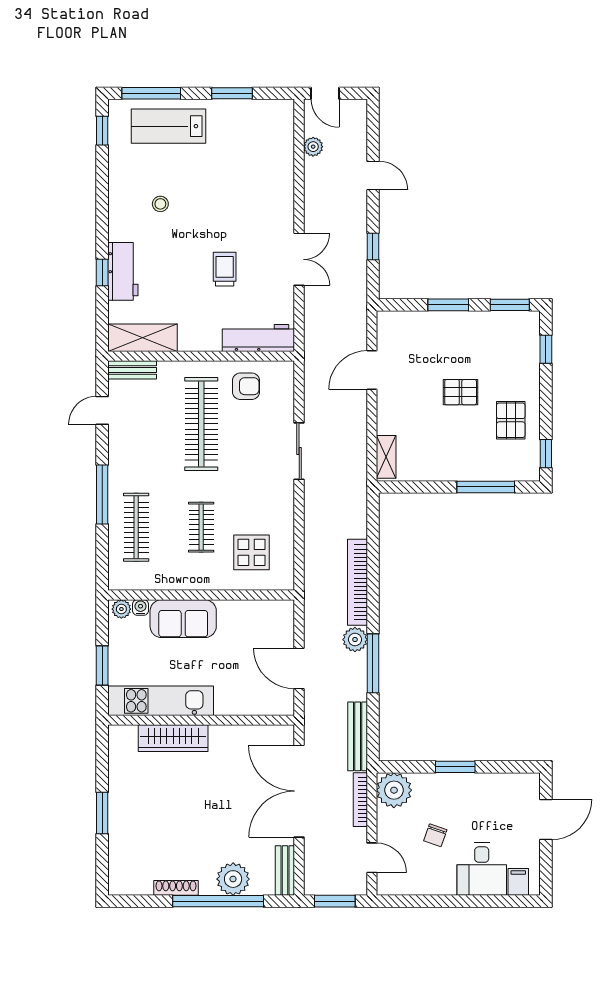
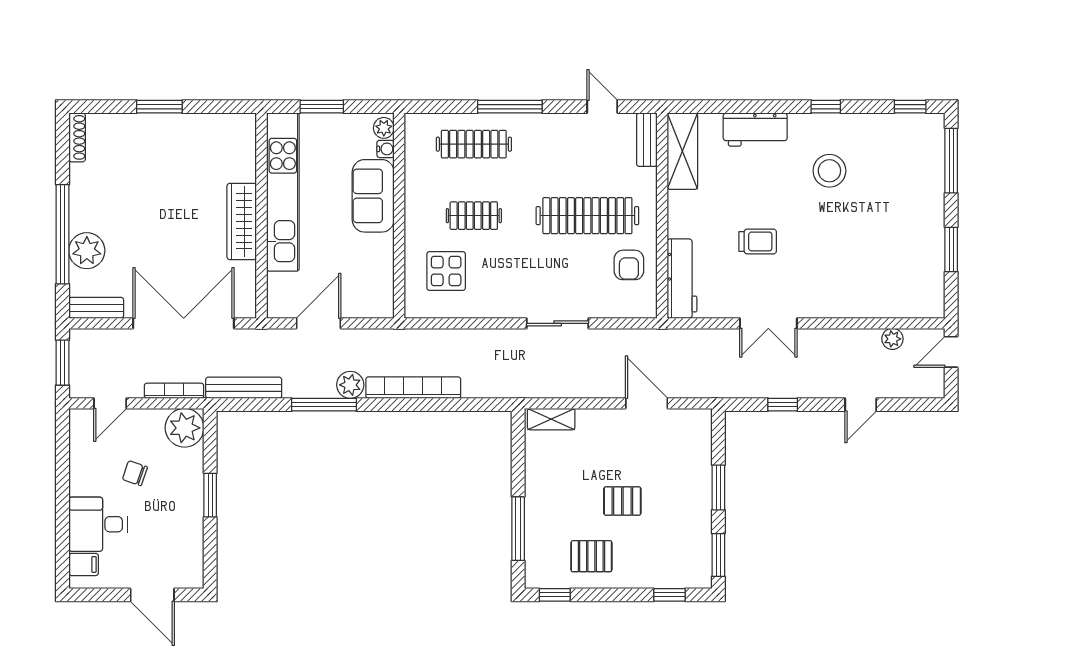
lab bench: (168, 126) -> (915, 180), removed
stool: (160, 204) -> (829, 171), width x1.89, depth x1.89
window: (102, 273) -> (826, 107), moved
pallet: (461, 392) -> (622, 501), turned 90
kitchen unit: (161, 701) -> (283, 192), width x1.36
wardrobe: (173, 738) -> (242, 221), moved
shoe rack: (176, 888) -> (77, 137), moved

